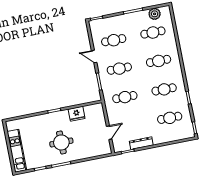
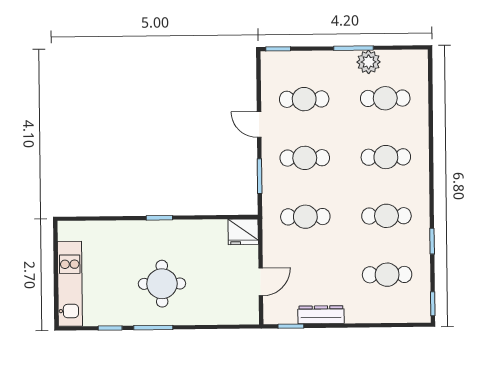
plant: (155, 14) -> (369, 62), moved
fridge: (77, 114) -> (243, 232), moved

